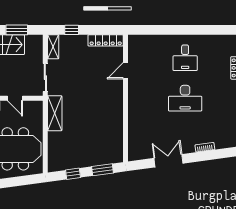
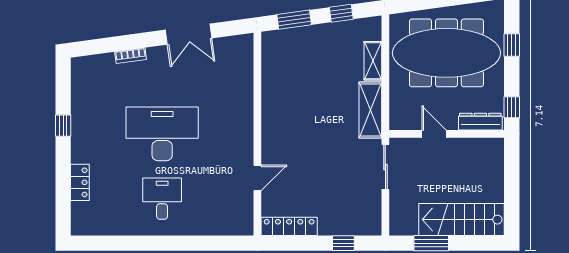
shelving: (53, 47) -> (373, 61), moved
desk: (185, 98) -> (162, 134), width x1.36, depth x1.30

